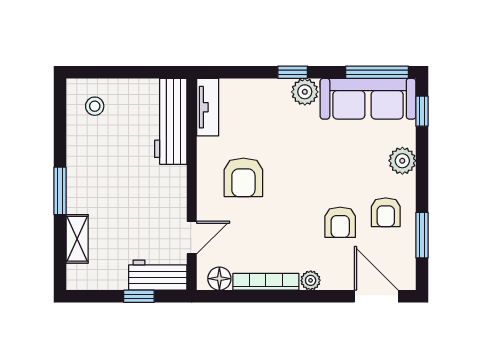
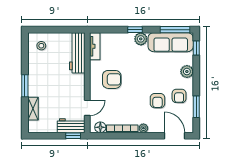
armchair: (243, 177) -> (112, 79), turned -90
window: (139, 296) -> (73, 136), moved

